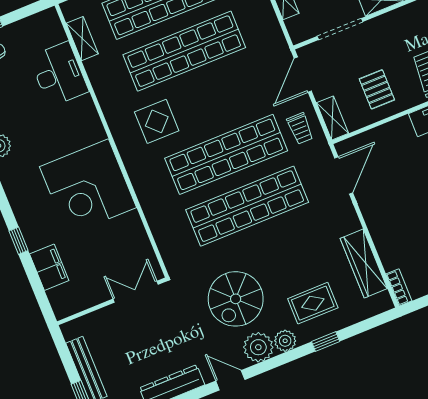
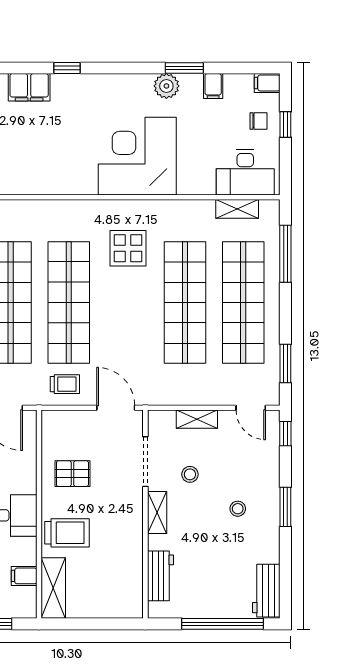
desk: (59, 74) -> (245, 172), moved
shelving: (332, 118) -> (62, 419), removed
trolley: (300, 128) -> (65, 384), turned 180
corner desk: (88, 187) -> (137, 156), moved

